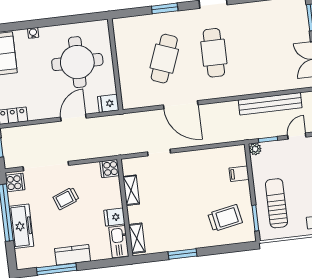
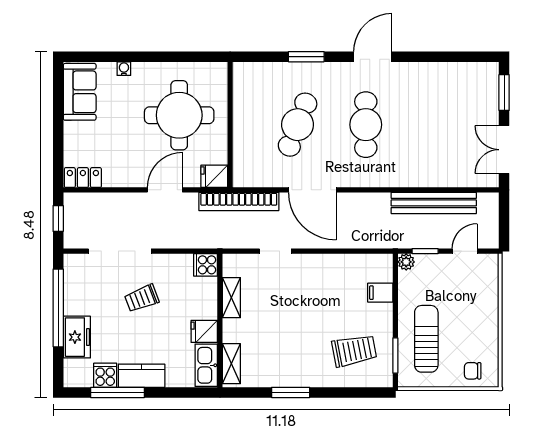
bookcase: (128, 120) -> (239, 201), added
cooker: (15, 183) -> (105, 375), moved, turned -90
freezer: (21, 226) -> (77, 337), width x0.71

